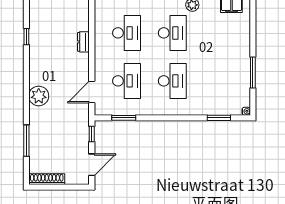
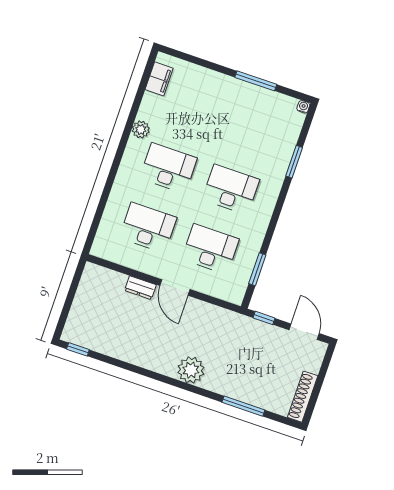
window: (26, 37) -> (78, 349), moved
door: (92, 92) -> (175, 287), moved
window: (219, 118) -> (294, 162), moved

